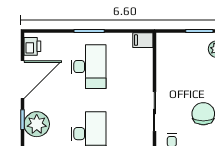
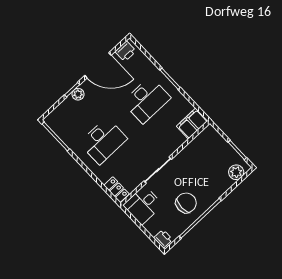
filing cabinet: (143, 40) -> (192, 124), width x2.00
plant: (37, 124) -> (78, 94), width x0.53, depth x0.53

